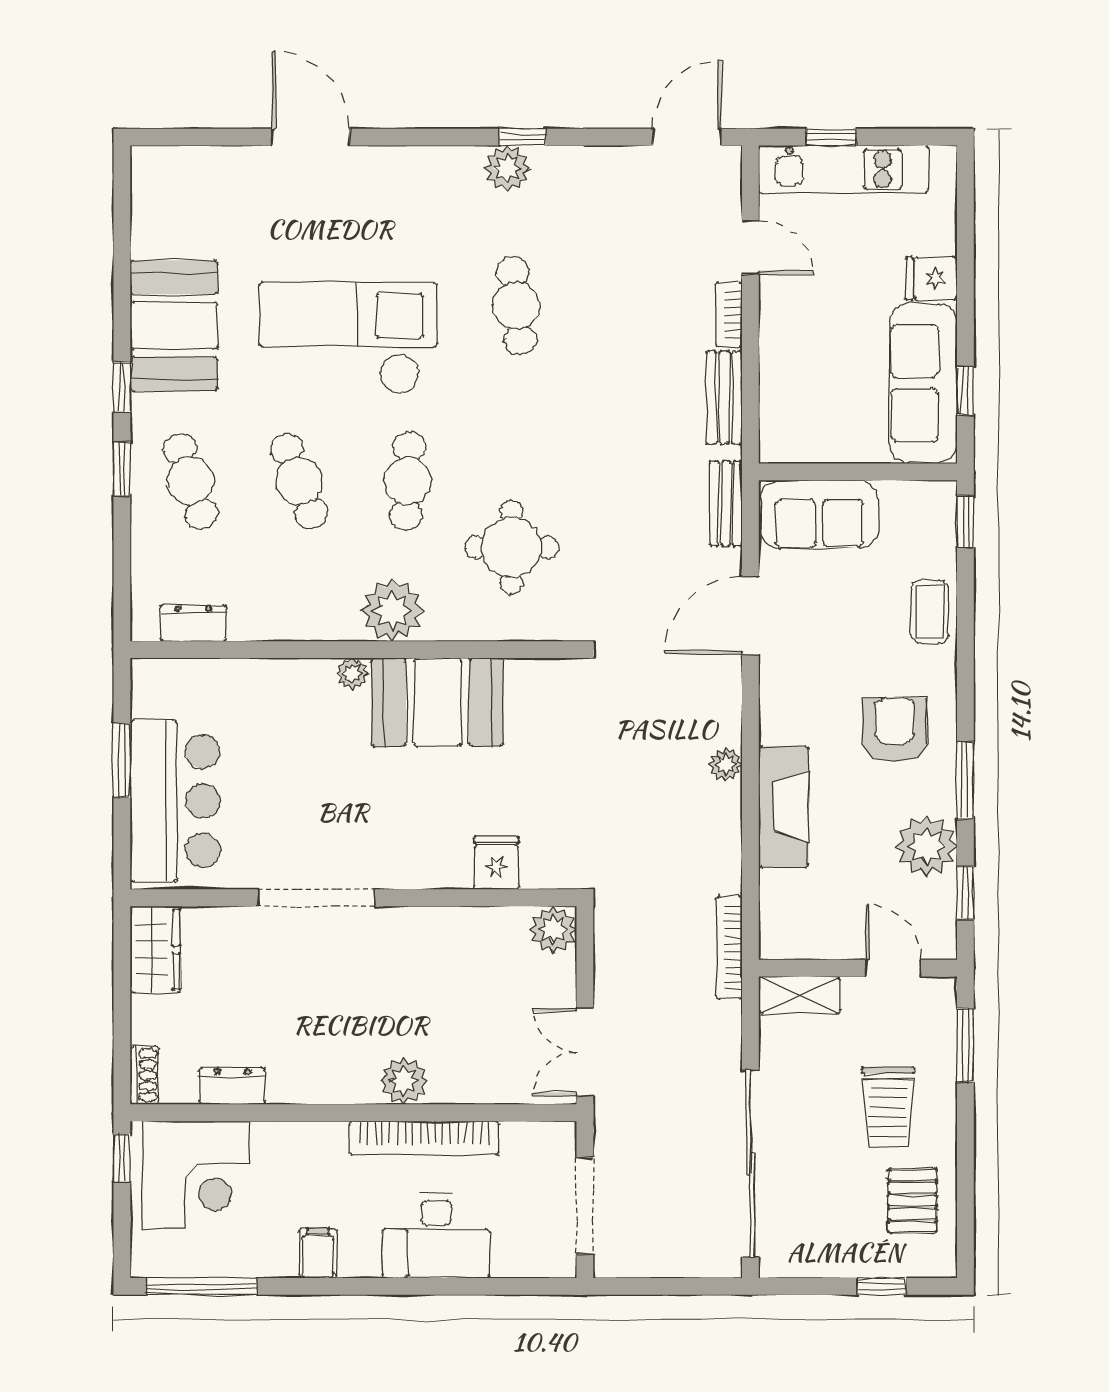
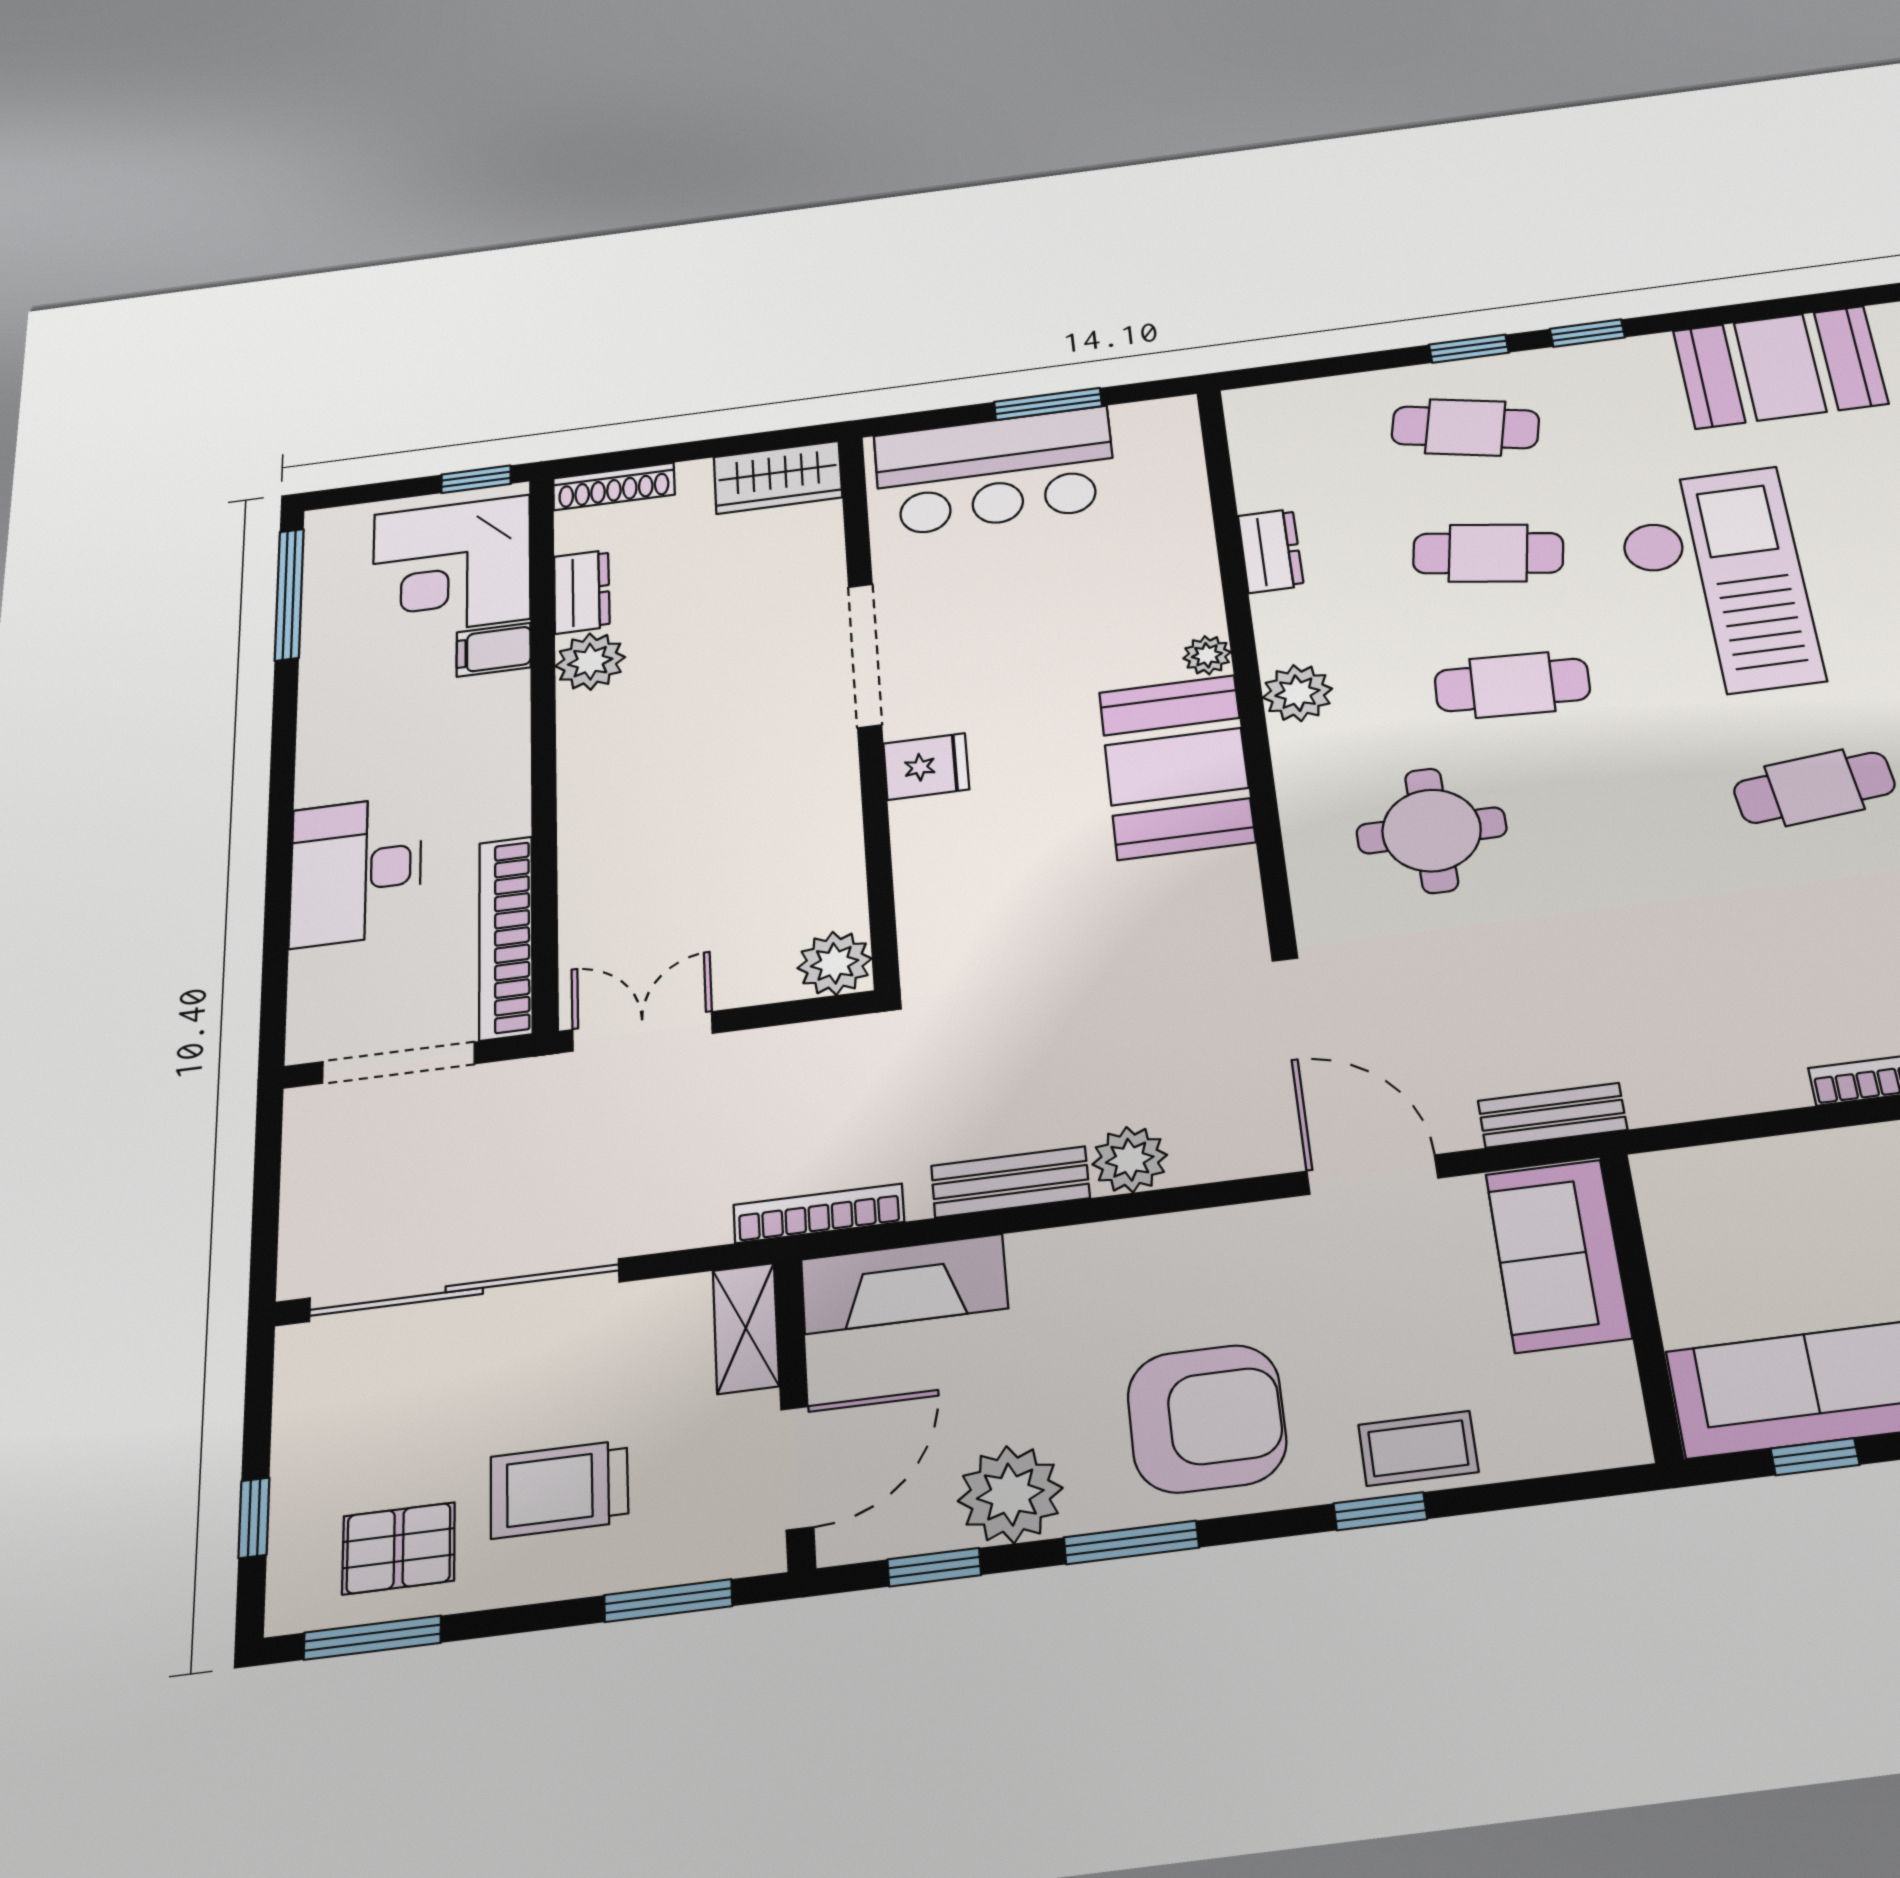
booth: (174, 326) -> (1780, 367), moved
bench: (724, 398) -> (1010, 1182), moved
cafe table: (190, 481) -> (1465, 427), turned 30
cafe table: (299, 481) -> (1488, 553), turned 30
window: (965, 522) -> (1380, 1511), moved
plant: (392, 610) -> (1297, 693), width x0.73, depth x0.73
dresser: (193, 623) -> (1271, 551), moved
armchair: (895, 730) -> (1207, 1418), width x1.36, depth x1.36
plant: (726, 765) -> (1130, 1160), width x1.38, depth x1.38
fireplace: (784, 807) -> (904, 1284), moved
fridge: (496, 863) -> (926, 766), moved
door: (893, 968) -> (797, 1468), width x1.38
shoe rack: (144, 1075) -> (614, 486), width x1.43
plant: (404, 1081) -> (590, 662), moved
bookcase: (424, 1138) -> (506, 937), moved
window: (965, 1215) -> (372, 1638), added
filing cabinet: (318, 1253) -> (494, 650), moved, turned 180

